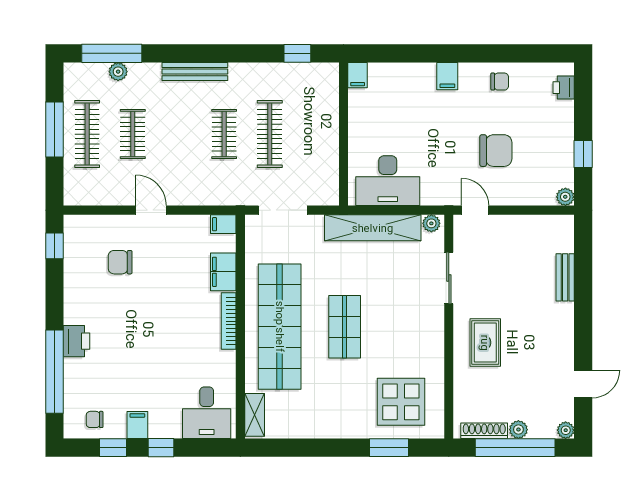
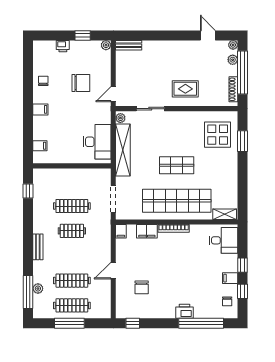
bench: (195, 72) -> (38, 247), width x0.73
filing cabinet: (358, 75) -> (40, 146), moved
printer: (564, 88) -> (63, 46), moved
clothes rail: (133, 134) -> (72, 281), width x1.36
chair: (496, 151) -> (81, 83), turned 90
bench: (565, 277) -> (129, 45), moved
plant: (518, 430) -> (233, 60), moved

